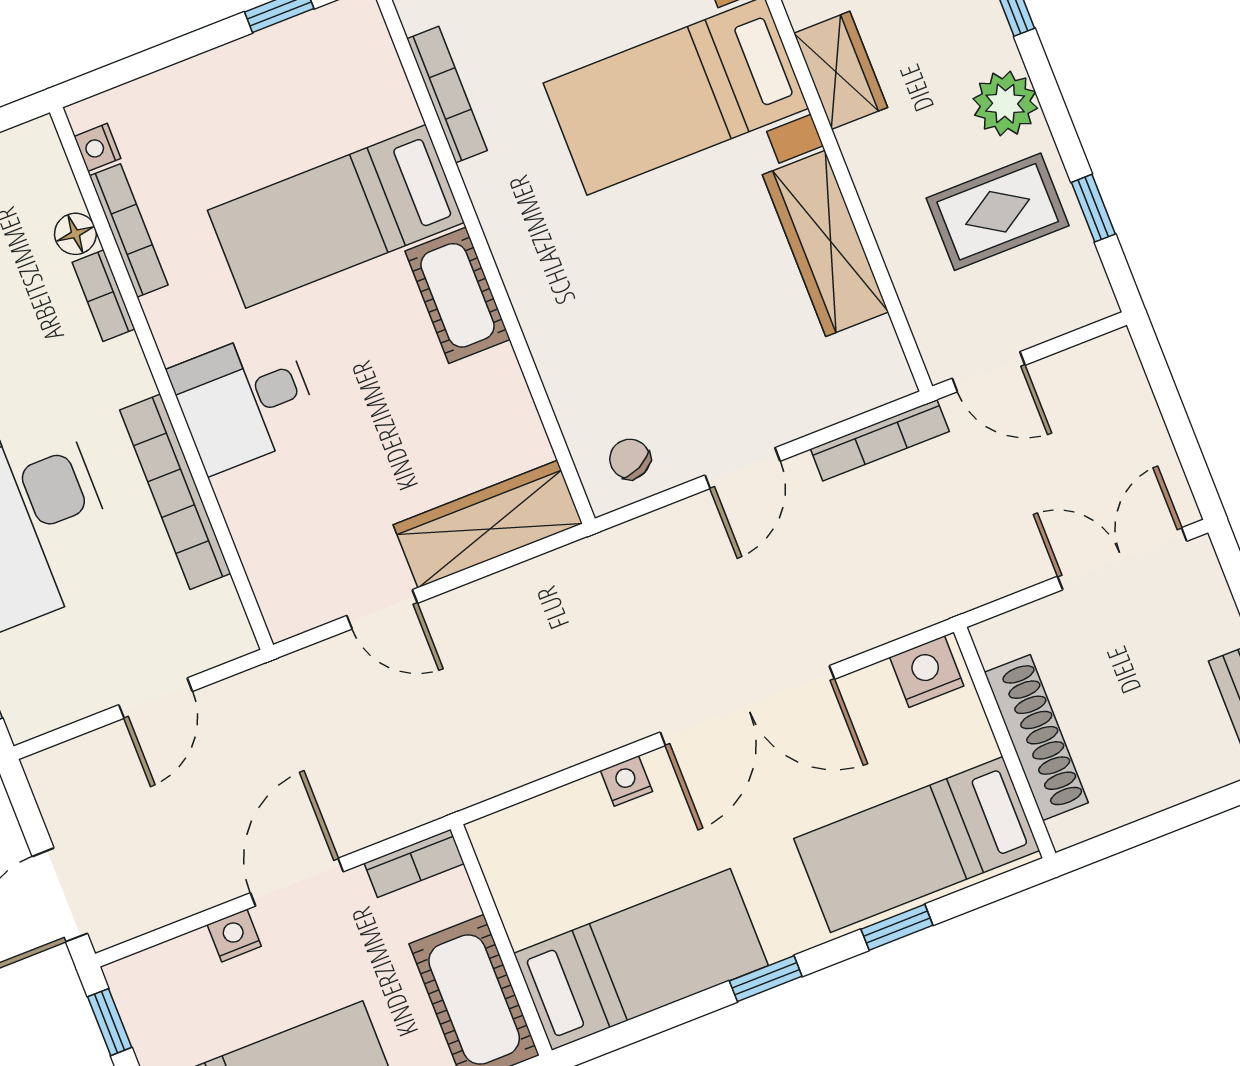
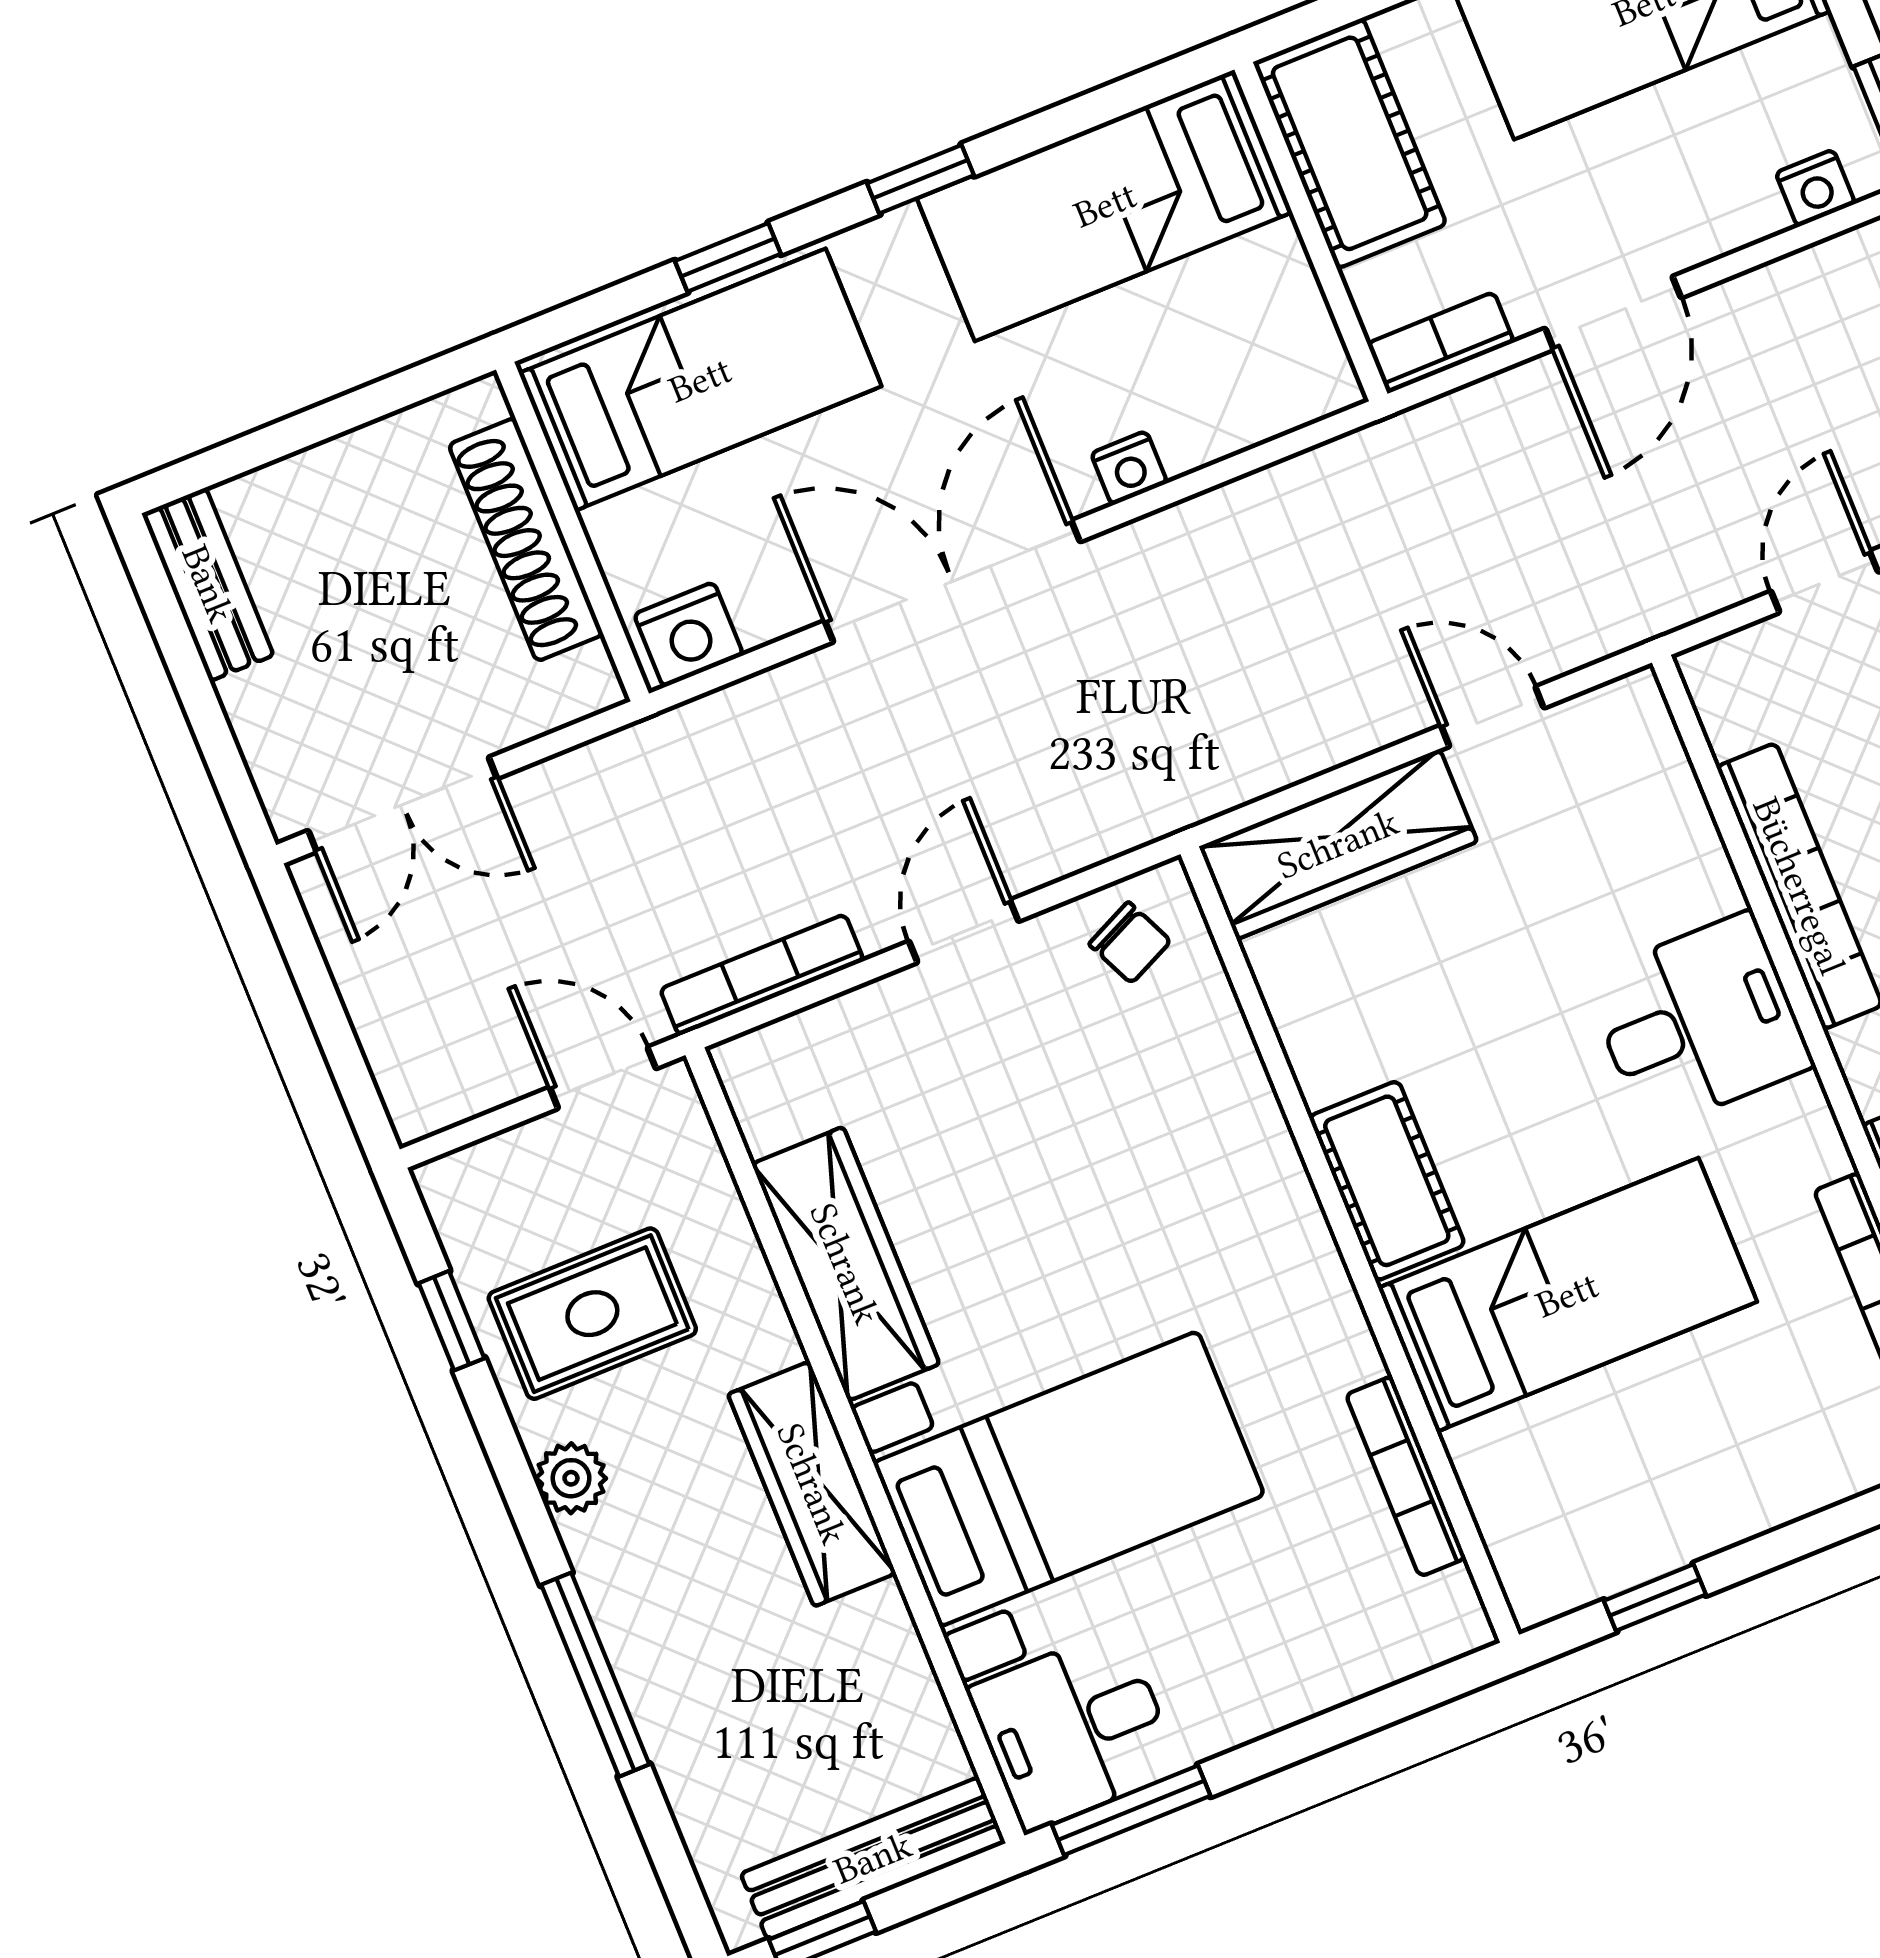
wardrobe: (841, 70) -> (812, 1484), width x1.50
plant: (1005, 104) -> (571, 1478), width x0.73, depth x0.73
nightstand: (234, 936) -> (1815, 188), moved

